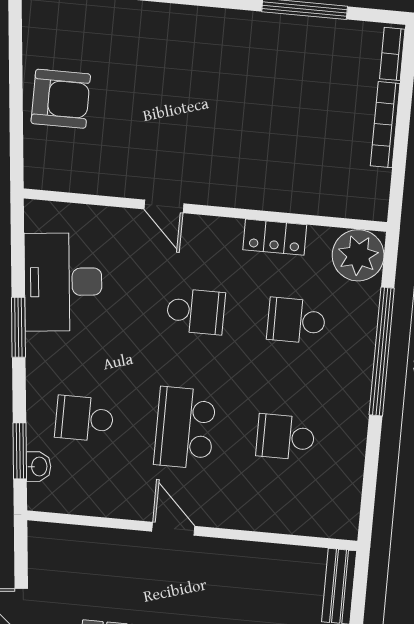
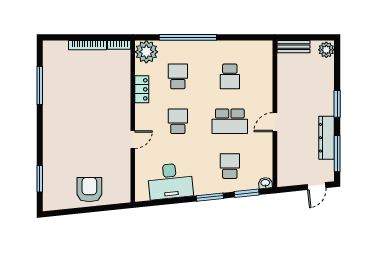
bookcase: (392, 54) -> (119, 45), moved
school desk: (296, 321) -> (178, 76), turned 180
window: (18, 327) -> (210, 197), moved
school desk: (84, 419) -> (230, 166), turned 180
washbasin: (39, 466) -> (265, 183), moved

